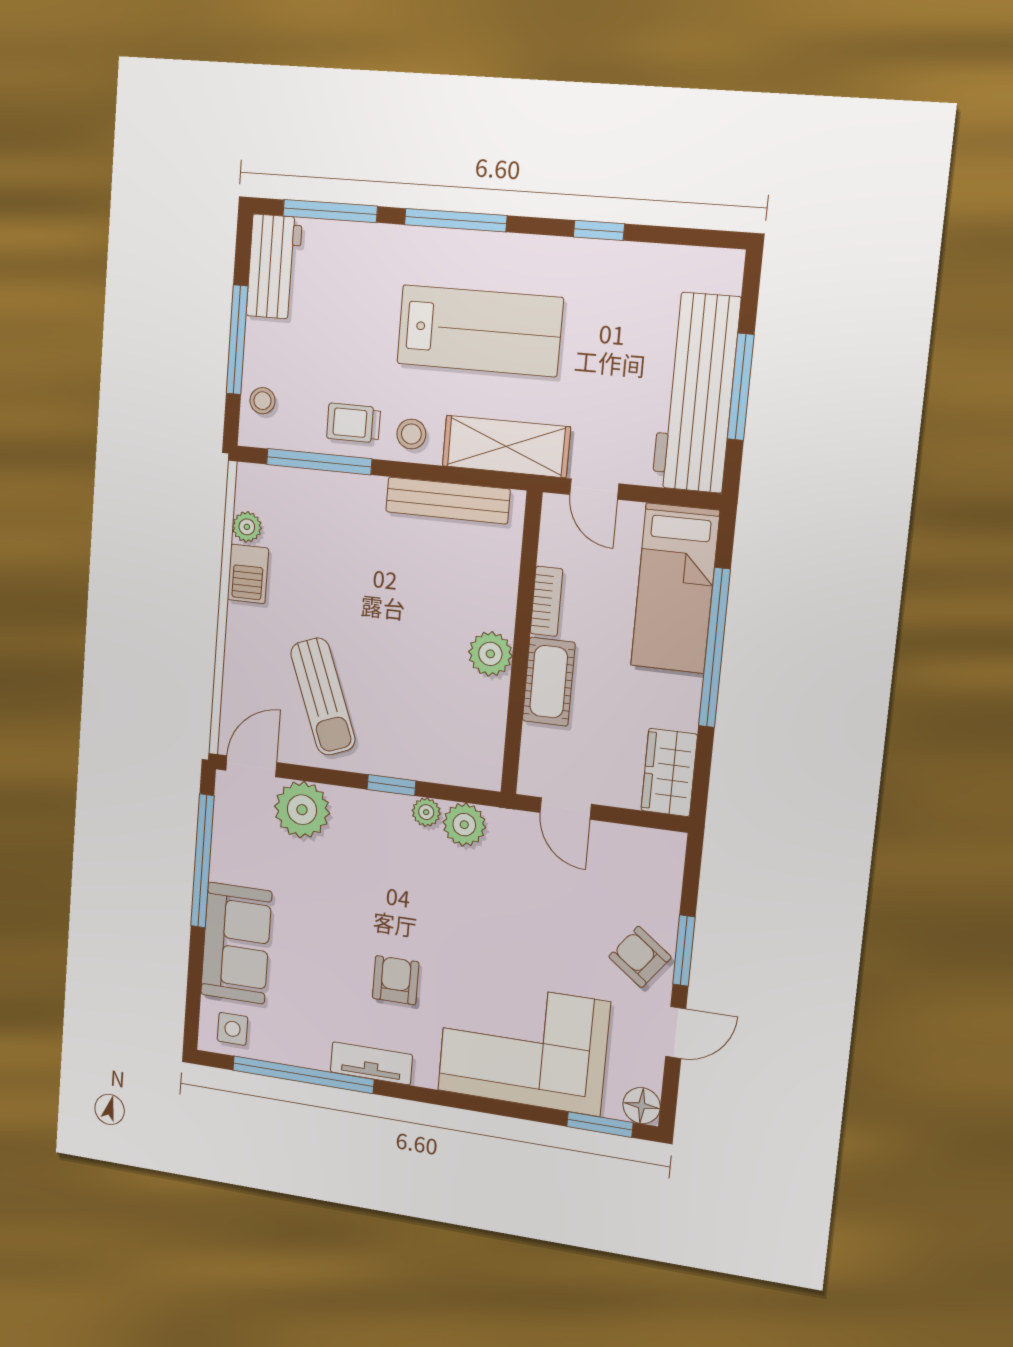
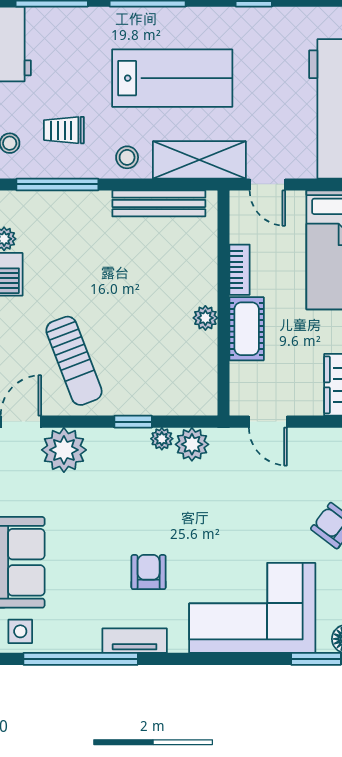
trolley: (353, 423) -> (64, 130), moved
plant: (490, 654) -> (205, 318), width x0.73, depth x0.73

